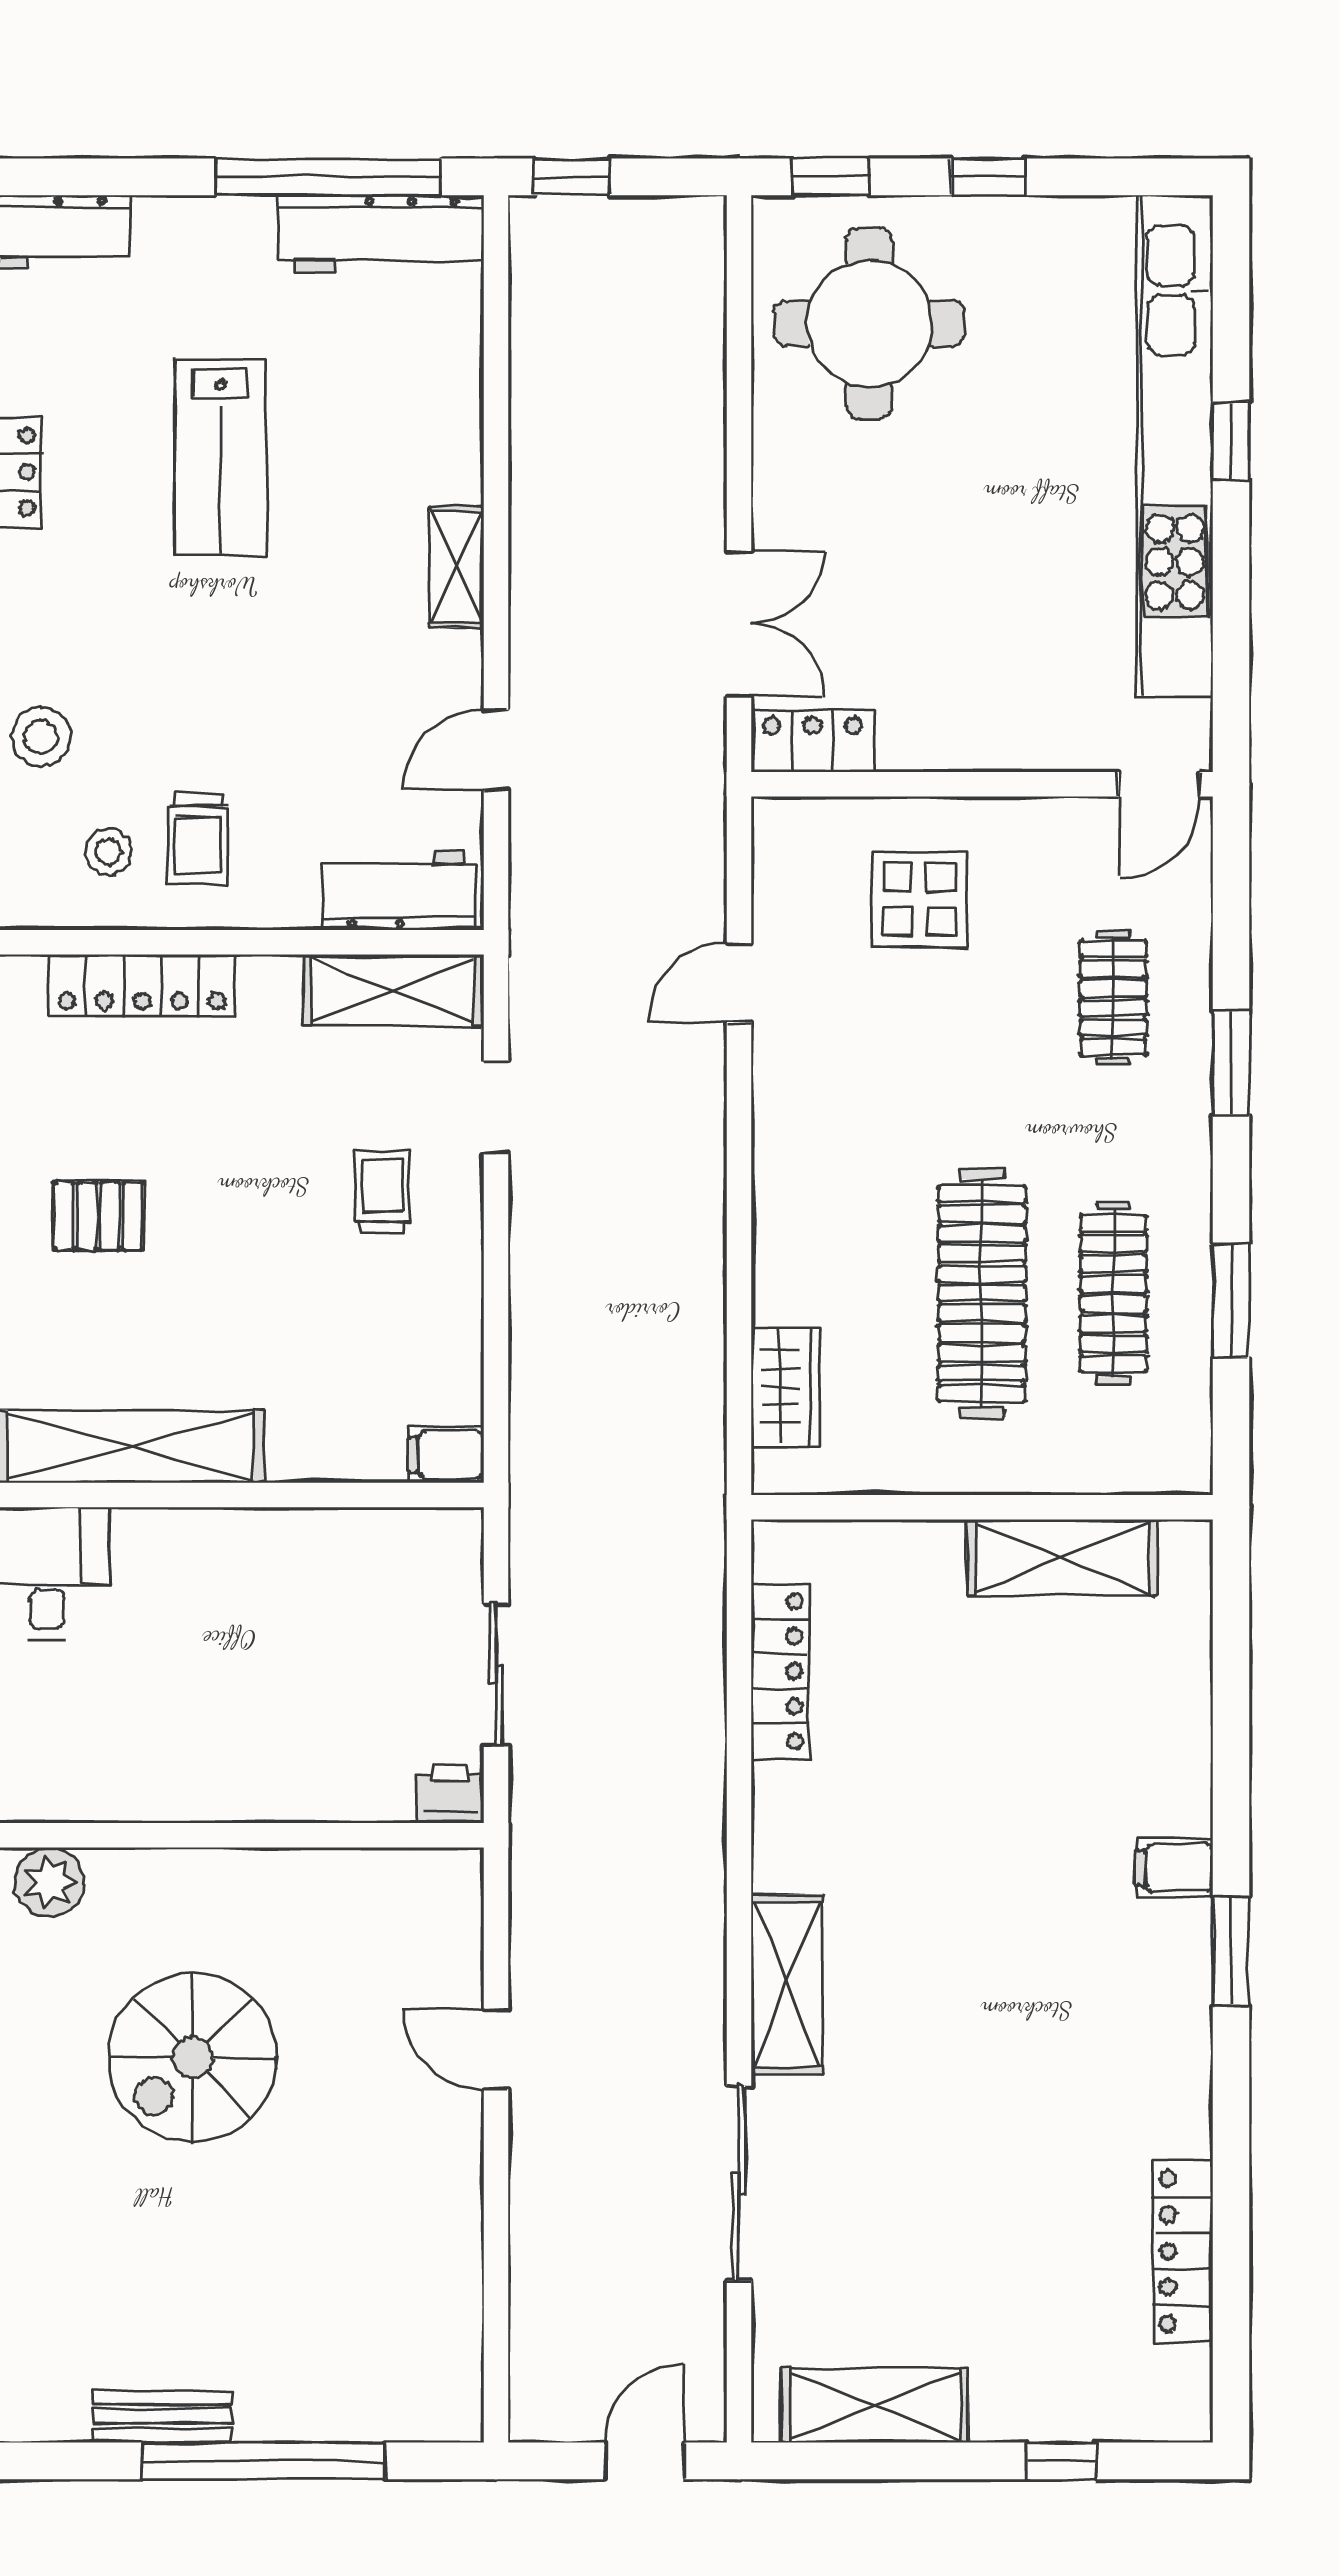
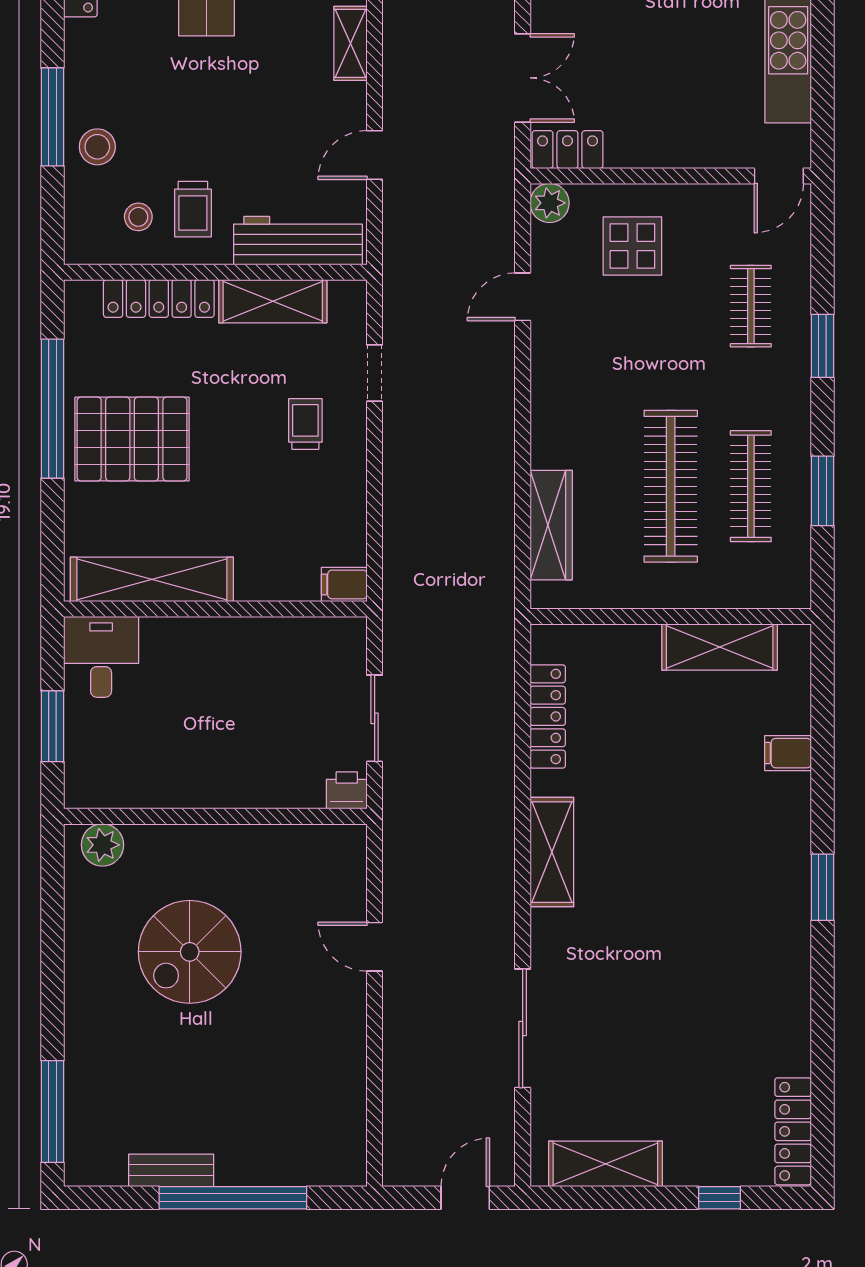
plant: (783, 829) -> (550, 203), added
workbench: (399, 890) -> (298, 241), width x1.38
shelving: (392, 990) -> (273, 301), moved
pallet: (98, 1216) -> (132, 439), width x2.05, depth x2.00
wardrobe: (786, 1387) -> (551, 525), width x1.50
filing cabinet: (1174, 1868) -> (788, 753), moved
shelving: (787, 1984) -> (552, 852), moved
locker: (1183, 2251) -> (793, 1131), moved

